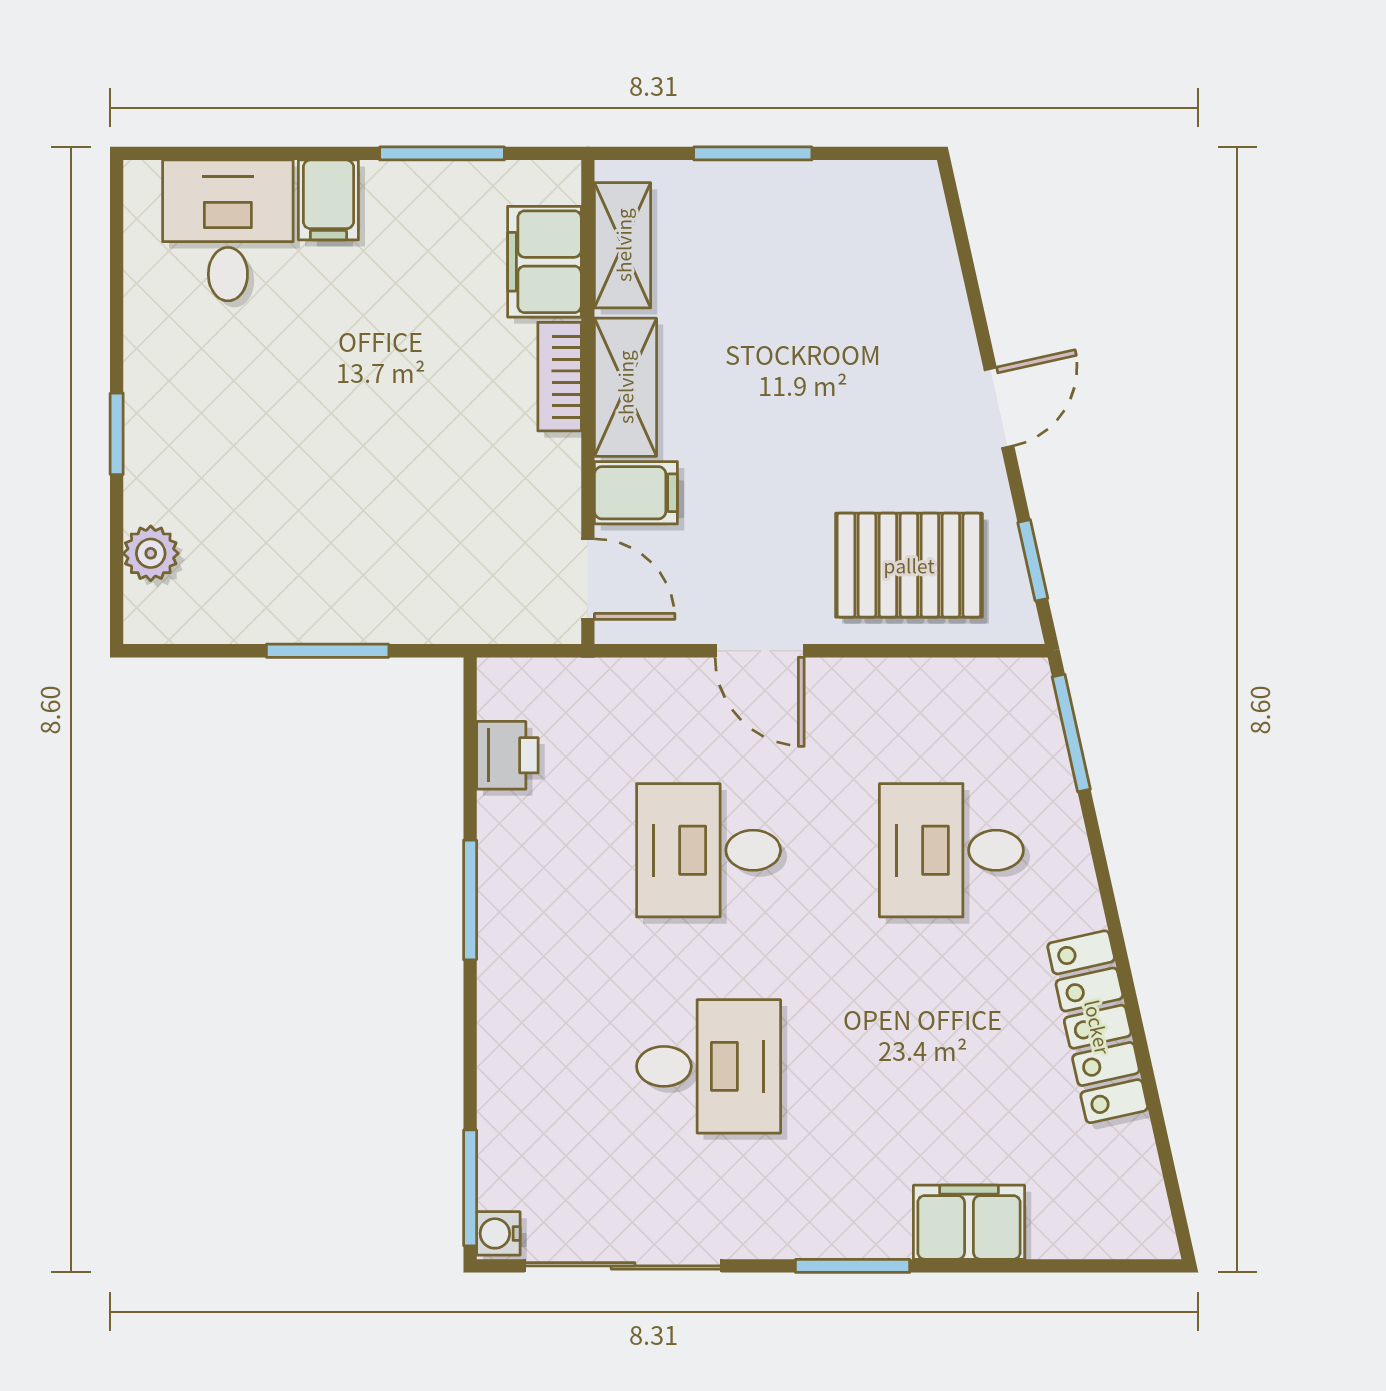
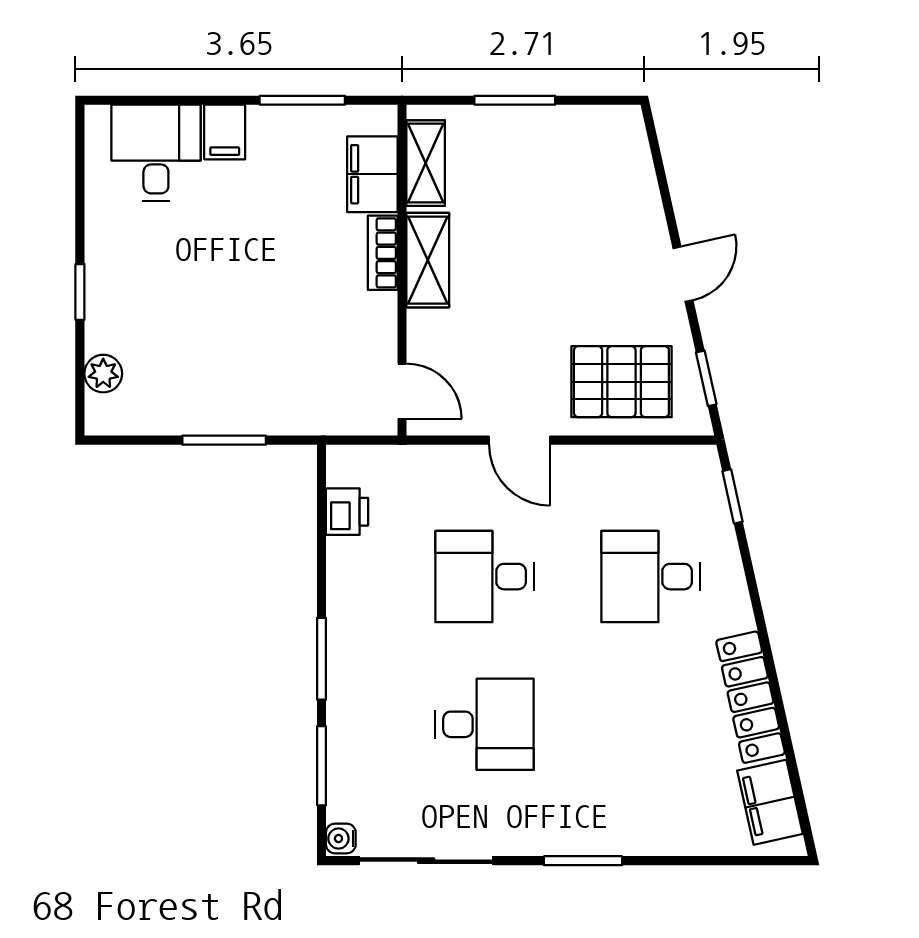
filing cabinet: (636, 493) -> (435, 332), removed
window: (1071, 733) -> (732, 496), width x0.67
window: (470, 900) -> (322, 659), moved
window: (470, 1188) -> (322, 766), moved
filing cabinet: (969, 1222) -> (770, 802), moved, turned -103

